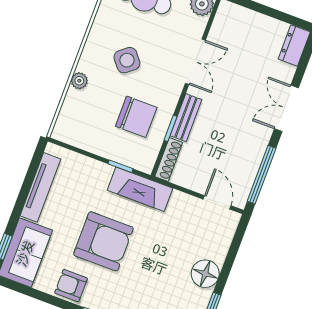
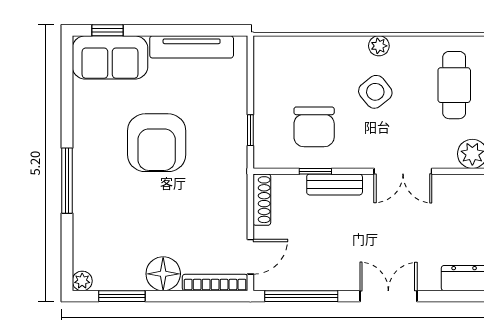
plant: (79, 81) -> (379, 46), moved
shoe rack: (169, 160) -> (262, 200), moved, turned -90
fireplace: (140, 189) -> (232, 162), removed
bookcase: (227, 237) -> (215, 282), added
armchair: (71, 286) -> (92, 124), removed

